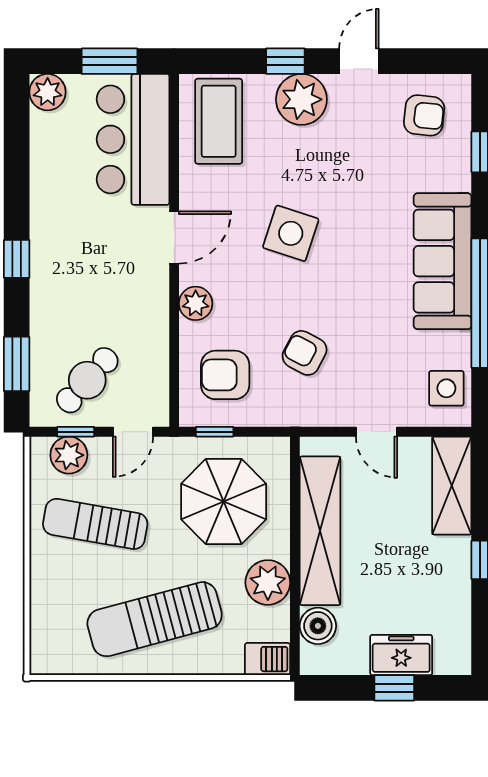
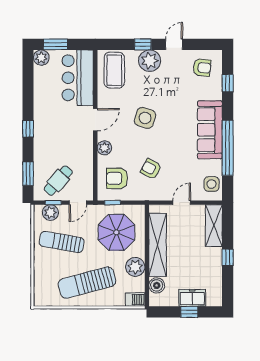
window: (109, 61) -> (55, 44), moved
door: (377, 432) -> (182, 203), swing flipped

